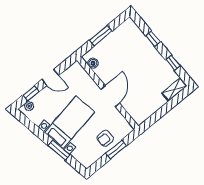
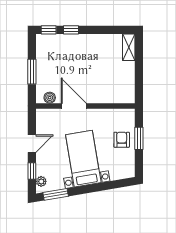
window: (173, 63) -> (49, 30), moved
door: (110, 96) -> (74, 106), moved
armchair: (105, 138) -> (122, 140), turned 180
window: (59, 150) -> (56, 194), moved

